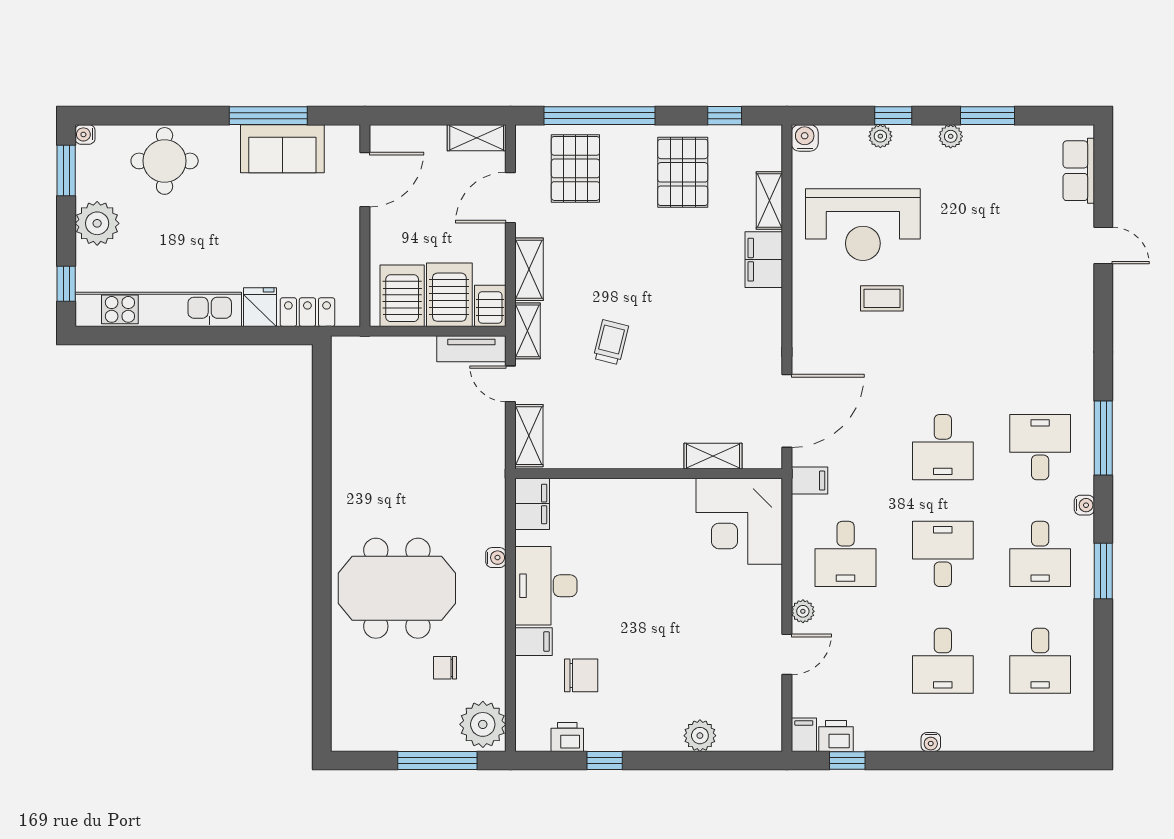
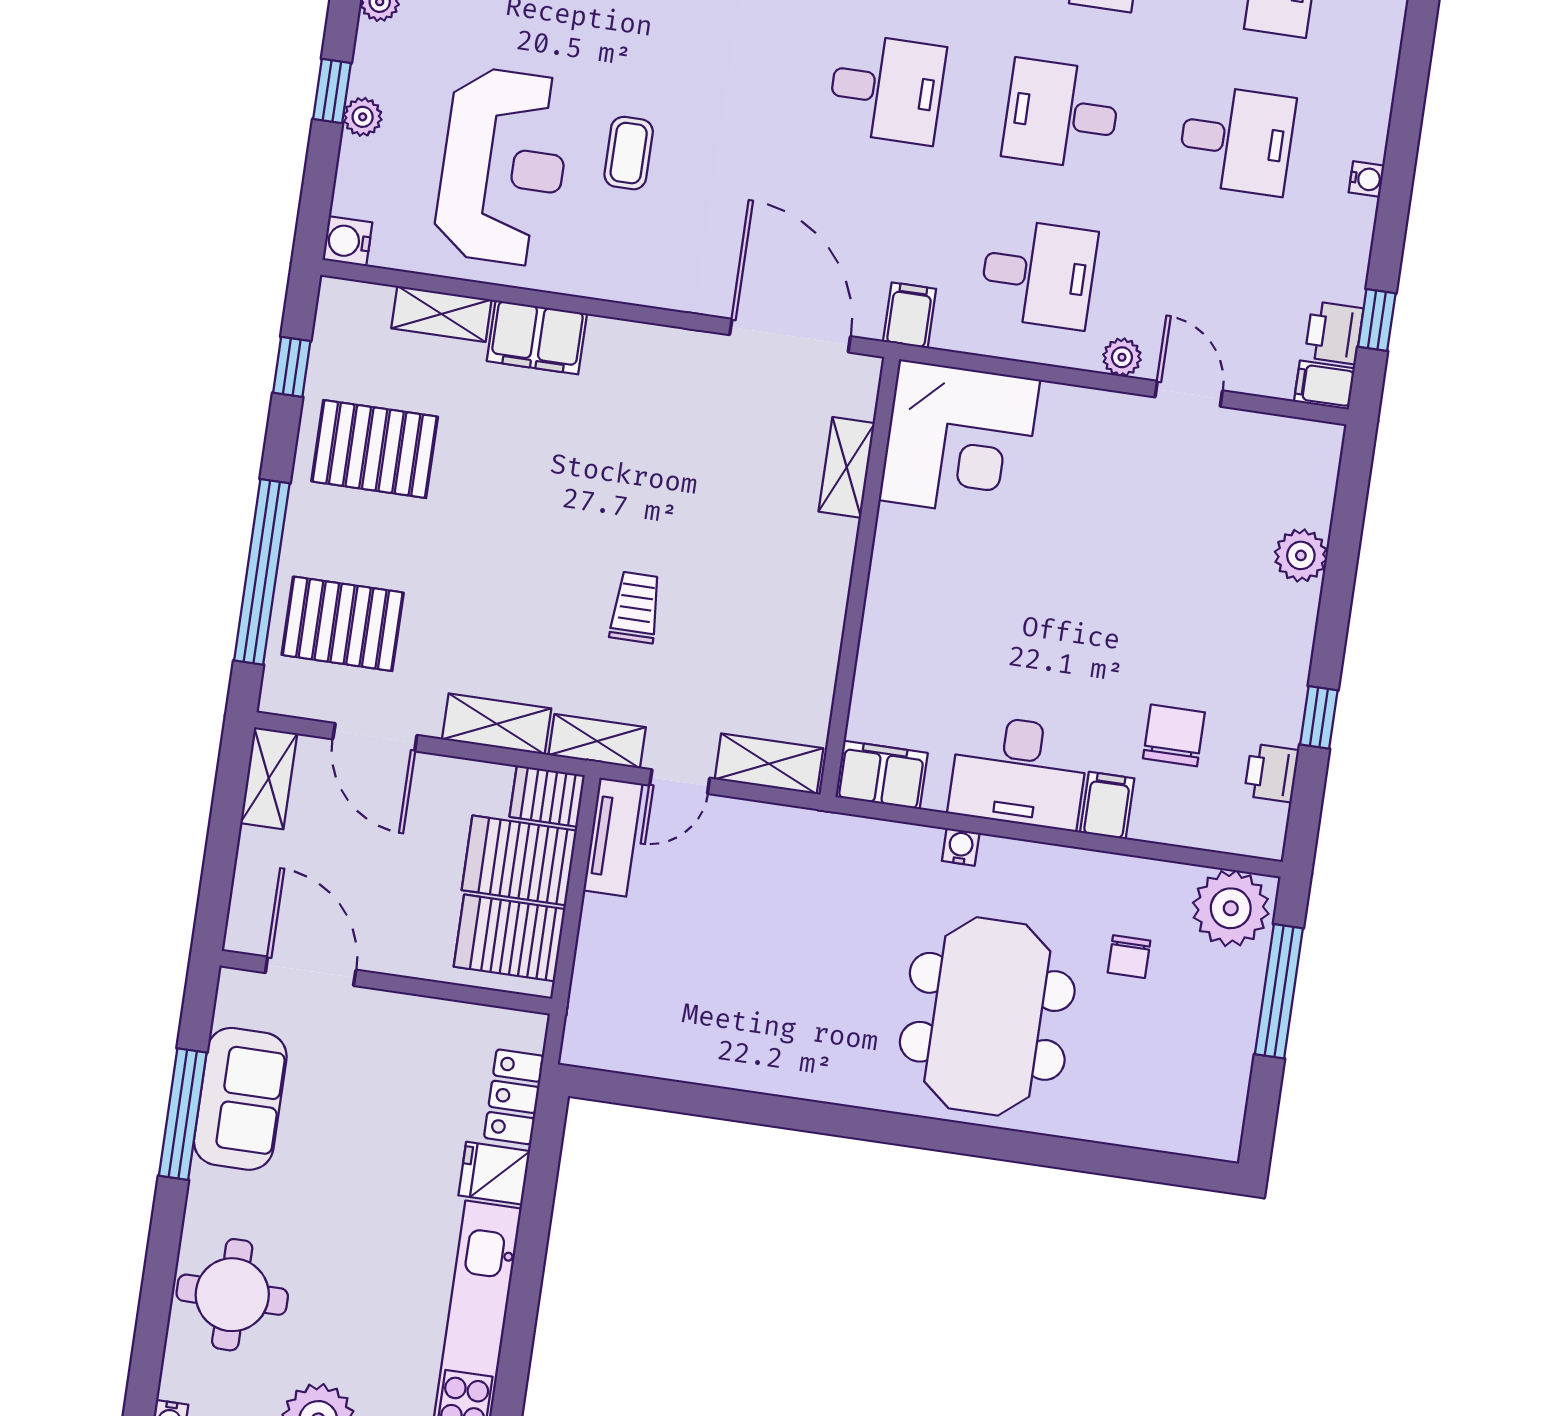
trolley: (611, 342) -> (636, 607), turned 76

